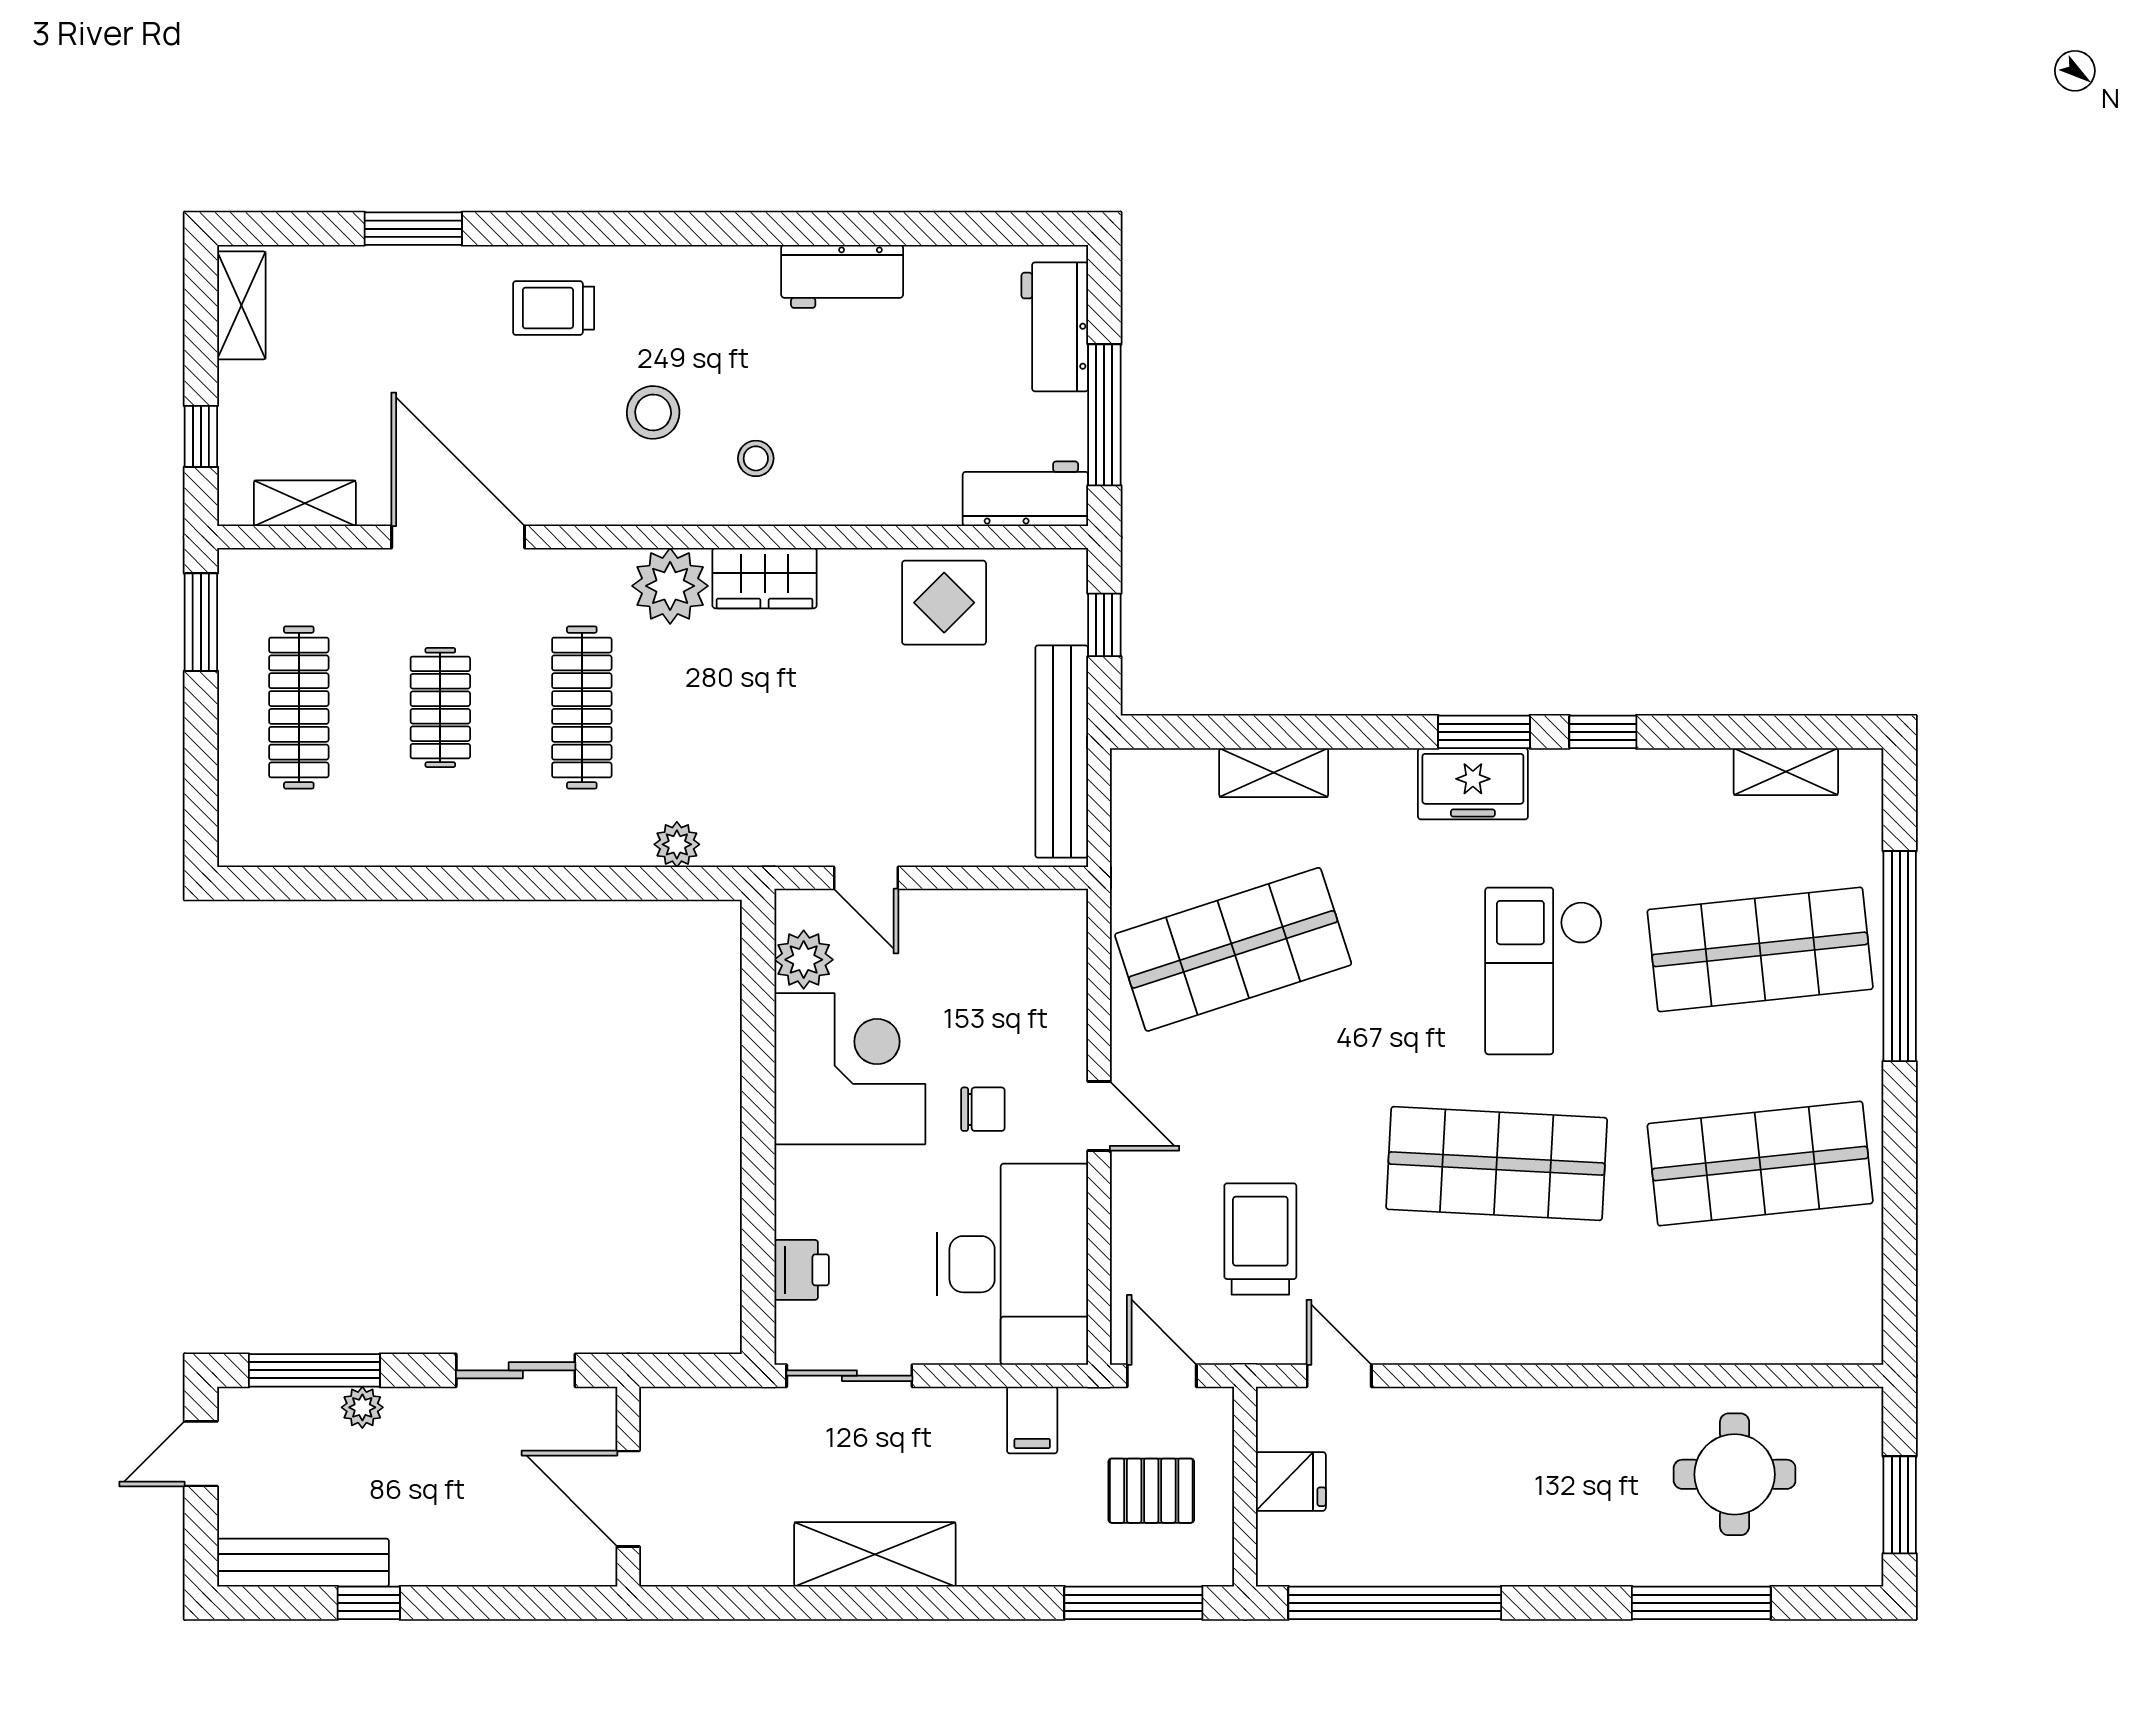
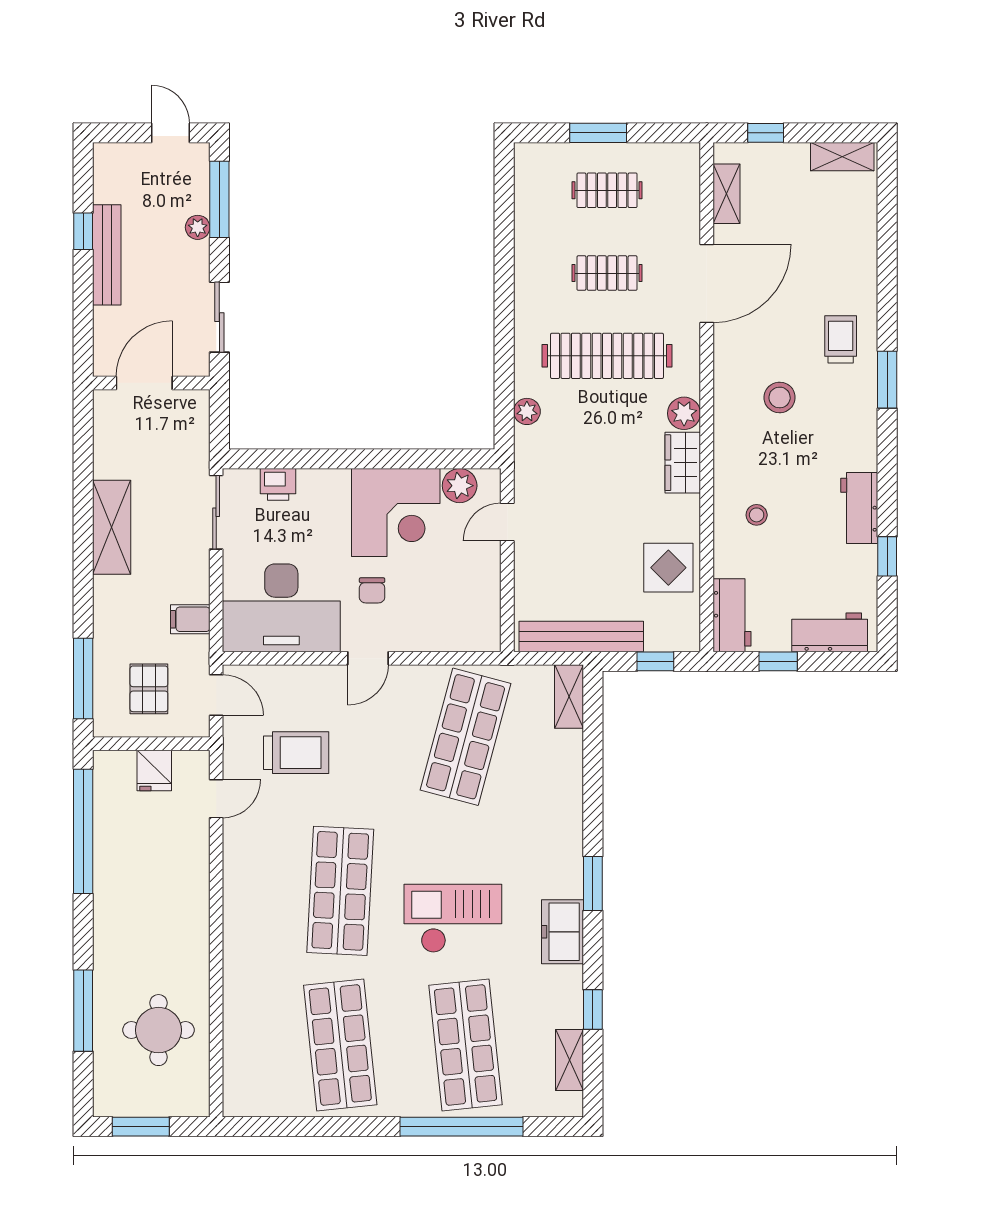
window: (413, 229) -> (887, 380), moved
window: (925, 229) -> (887, 556), added
window: (1104, 415) -> (778, 661), width x0.46
stool: (756, 458) -> (757, 515), moved
plant: (670, 586) -> (684, 413), width x0.73, depth x0.73
window: (201, 622) -> (598, 133), moved
clothes rail: (299, 707) -> (607, 190), width x0.73
clothes rail: (582, 707) -> (607, 356), width x1.37, depth x1.31
window: (1603, 732) -> (593, 1009), moved
shelving: (1274, 773) -> (569, 697), moved
freezer: (1473, 784) -> (562, 932), moved
shop shelf: (1233, 949) -> (466, 737), turned 33
door: (1162, 1376) -> (216, 695), hinge flipped
bench: (303, 1563) -> (107, 255), moved

